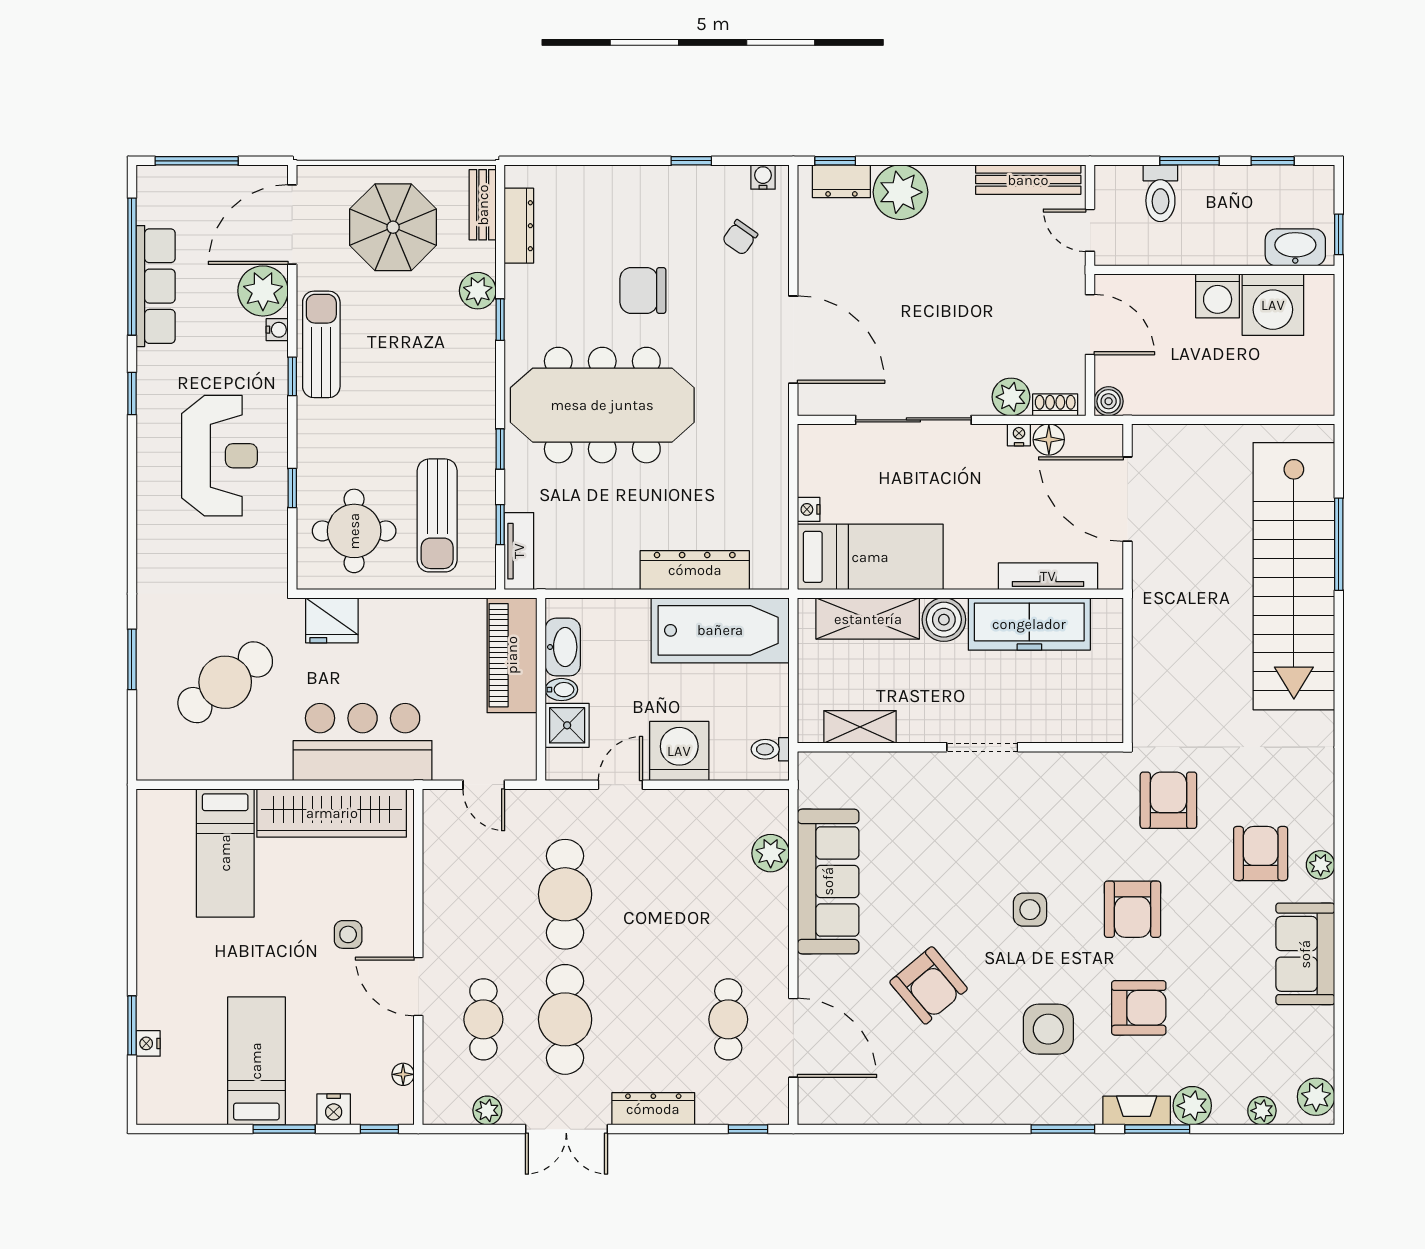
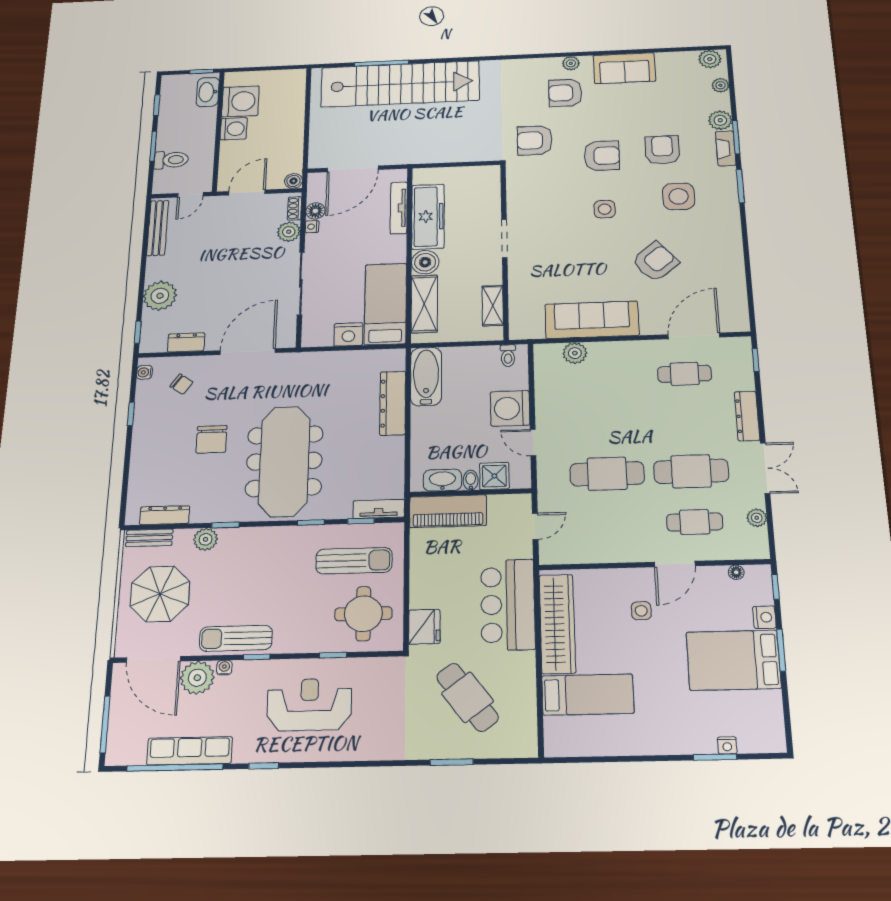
dresser: (841, 181) -> (186, 342), moved, turned -90
nightstand: (809, 509) -> (348, 334), width x1.89, depth x1.79
bathtub: (720, 630) -> (426, 377), width x0.73, depth x0.73
bed: (256, 1061) -> (733, 660), width x1.50

